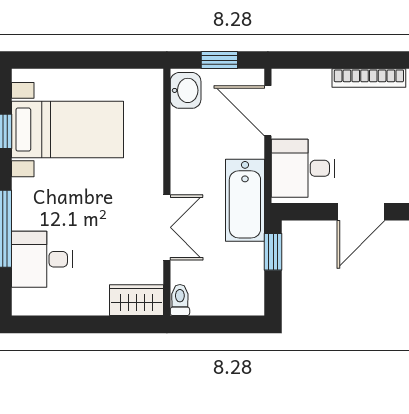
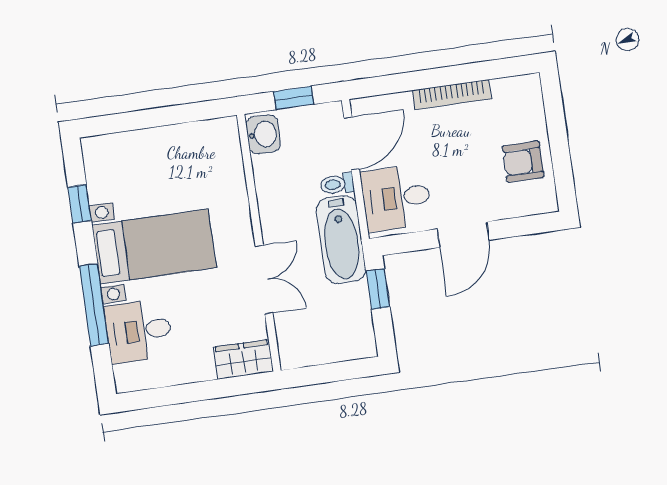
door: (268, 111) -> (352, 143), swing flipped
bed with nightstands: (68, 130) -> (154, 247), moved
toilet: (180, 300) -> (337, 184), moved, turned -90

